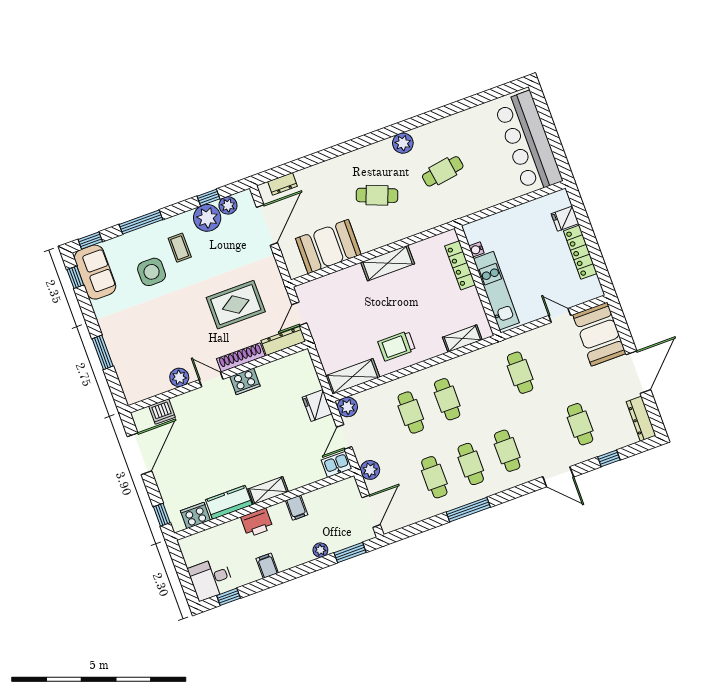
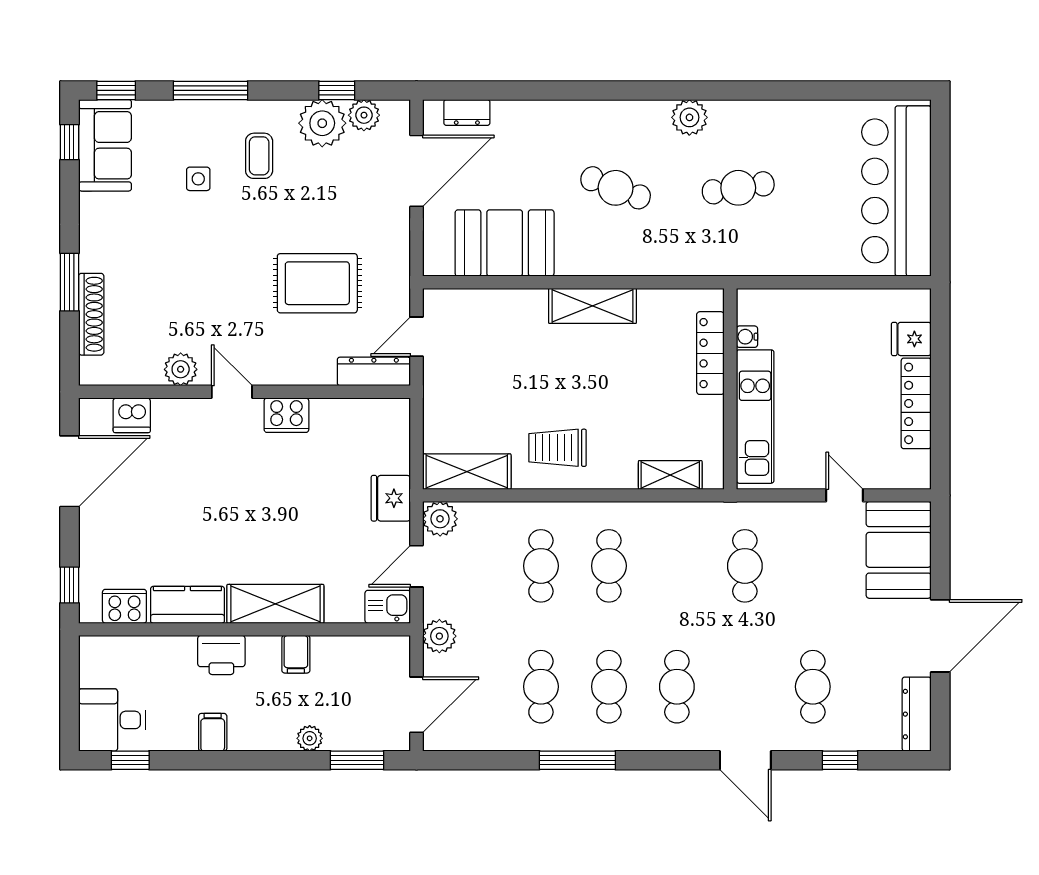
side table: (152, 272) -> (198, 179), width x0.54, depth x0.54
shoe rack: (241, 357) -> (91, 314), moved, turned 90
shelving: (268, 490) -> (275, 604), width x1.50, depth x1.33

